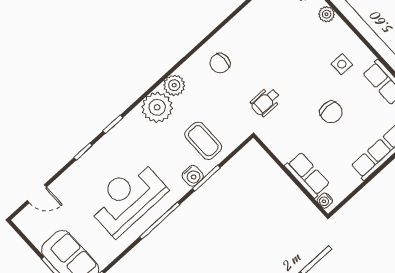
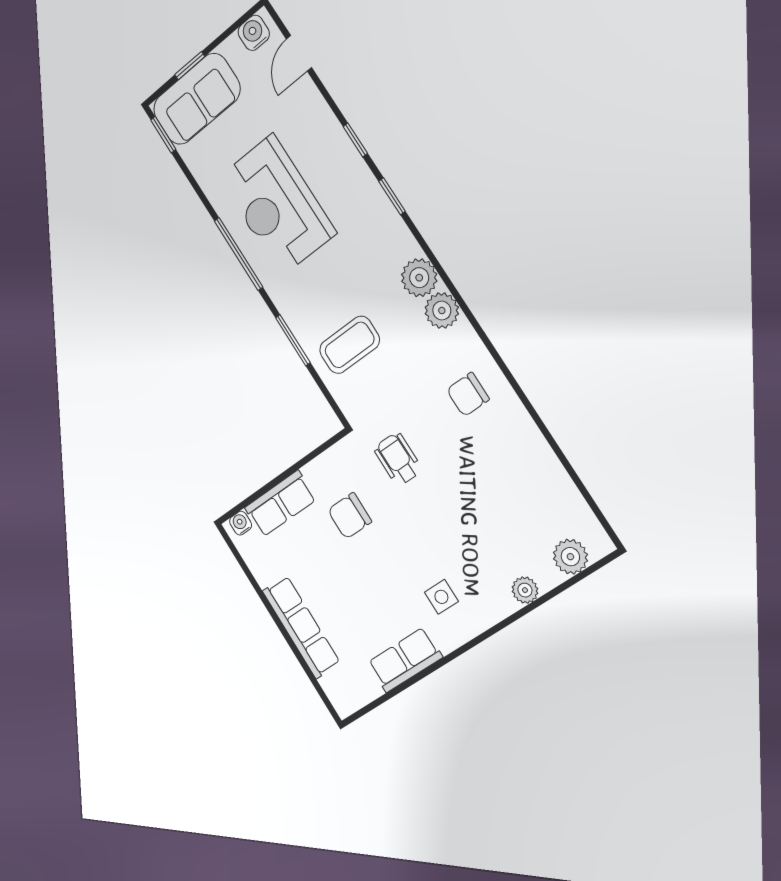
chair: (220, 63) -> (468, 394), turned -90
plant: (157, 107) -> (419, 278), width x0.73, depth x0.73
chair: (331, 112) -> (350, 516), moved
water cooler: (193, 176) -> (254, 33), moved, turned 90
reception desk: (127, 198) -> (277, 205), turned 180

